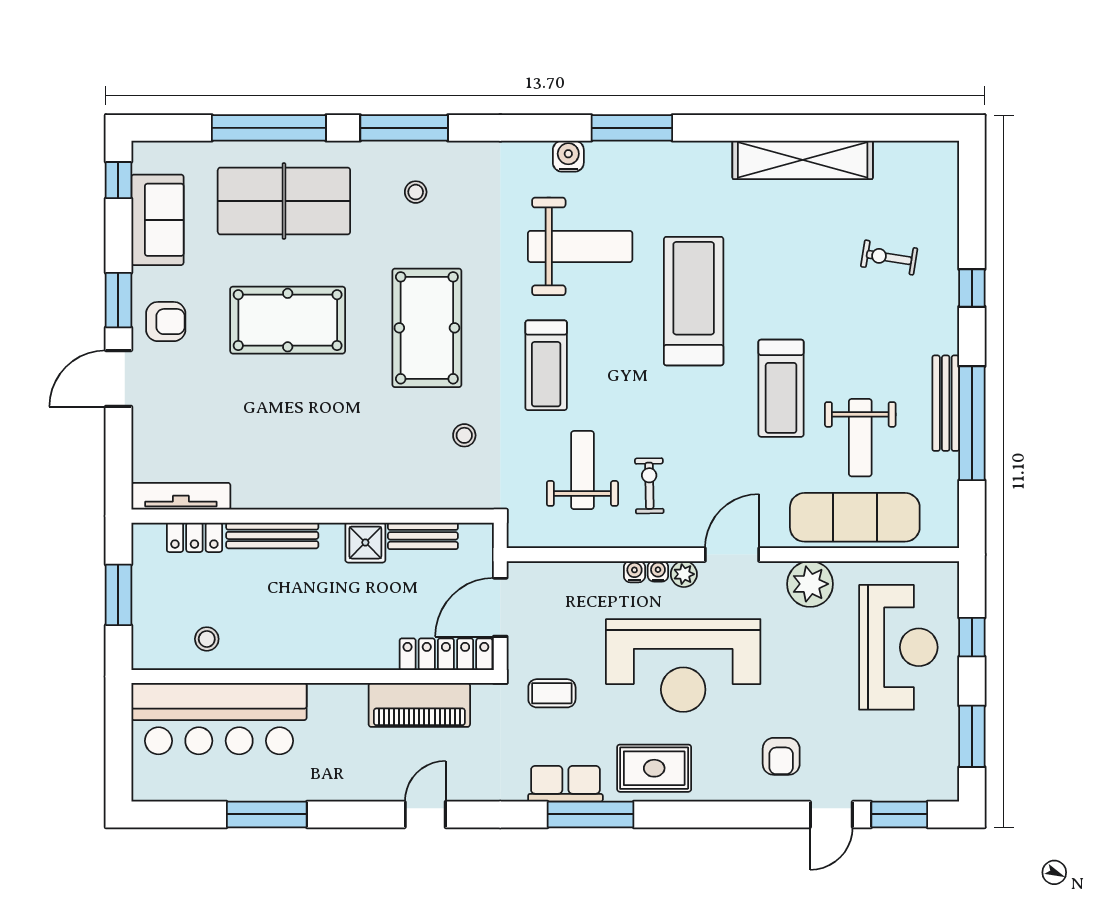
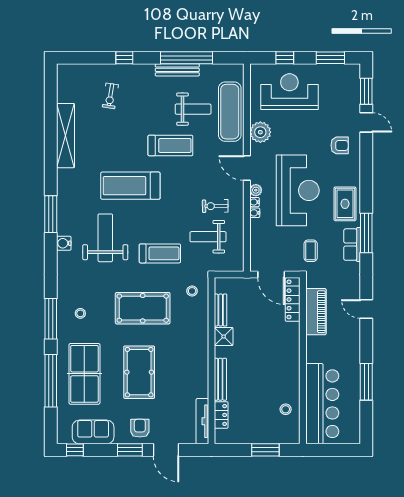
tv unit: (181, 496) -> (202, 421), moved
wall: (313, 516) -> (211, 361), moved
bench: (272, 535) -> (220, 379), moved
bench: (423, 536) -> (221, 310), moved
locker: (194, 537) -> (221, 415), moved
shower: (365, 543) -> (224, 336), moved

